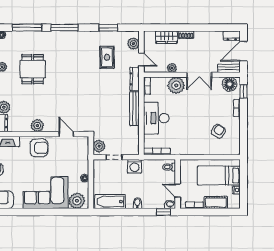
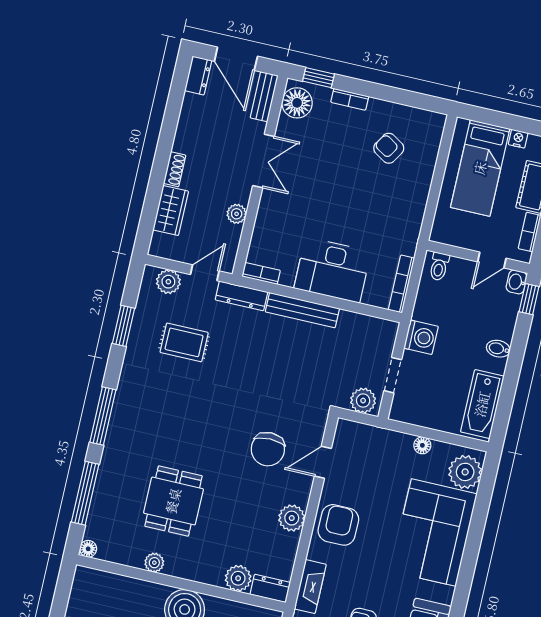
dining table: (33, 69) -> (173, 501), turned 90
plant: (176, 85) -> (274, 213), removed
chair: (67, 107) -> (268, 449), added

